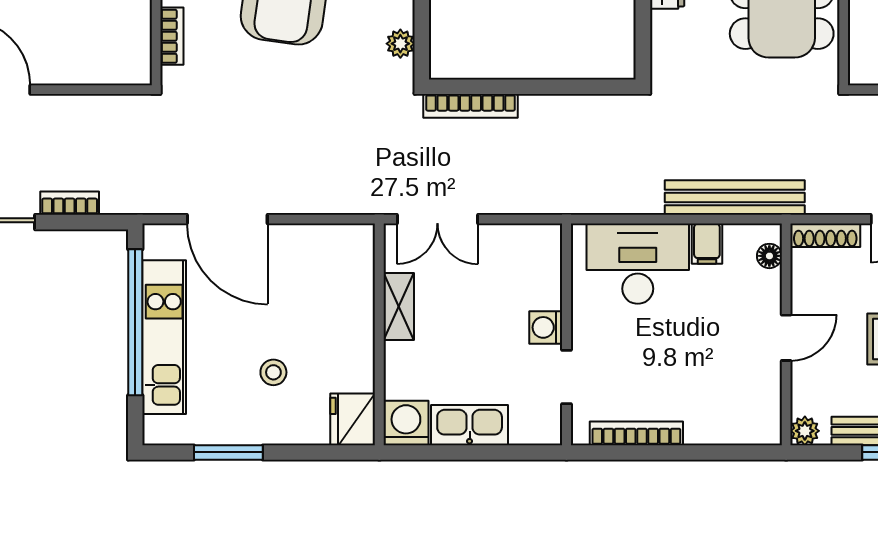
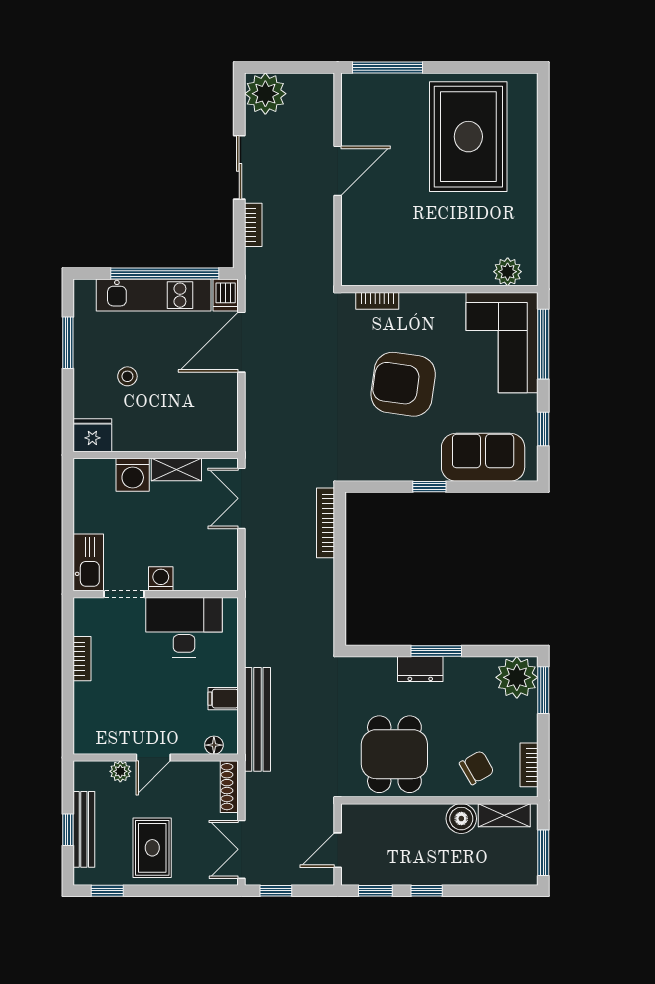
plant: (400, 44) -> (372, 471), removed
dishwasher: (164, 240) -> (226, 295), added
desk: (638, 264) -> (184, 627), moved, turned -90
door: (786, 338) -> (153, 757), hinge flipped
washing machine: (406, 423) -> (133, 475), moved, turned 90
kitchen sink: (470, 425) -> (88, 562), moved
plant: (805, 431) -> (120, 771), moved
bookcase: (636, 433) -> (82, 659), width x0.64

